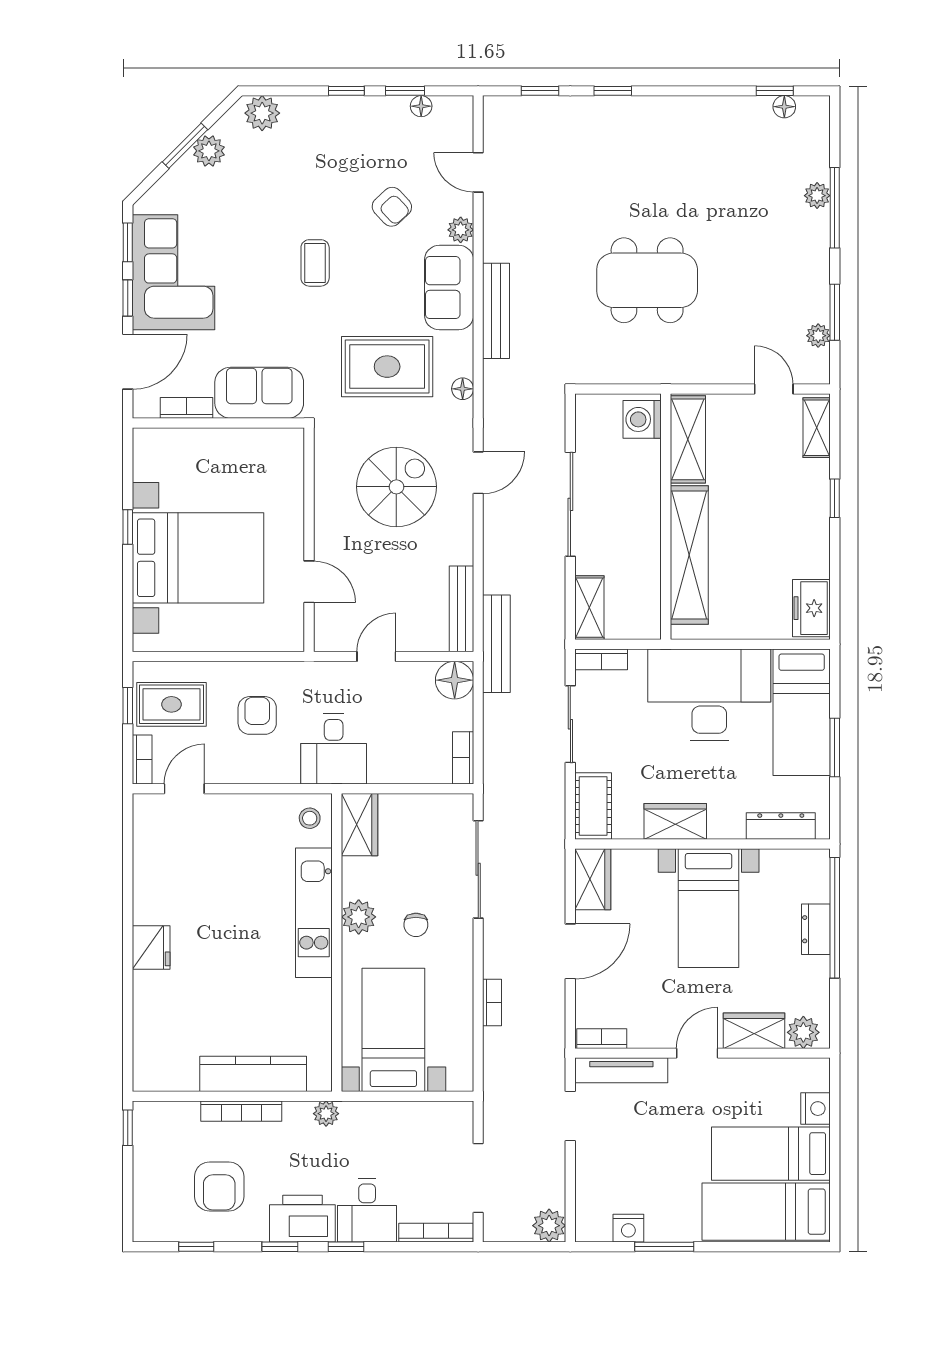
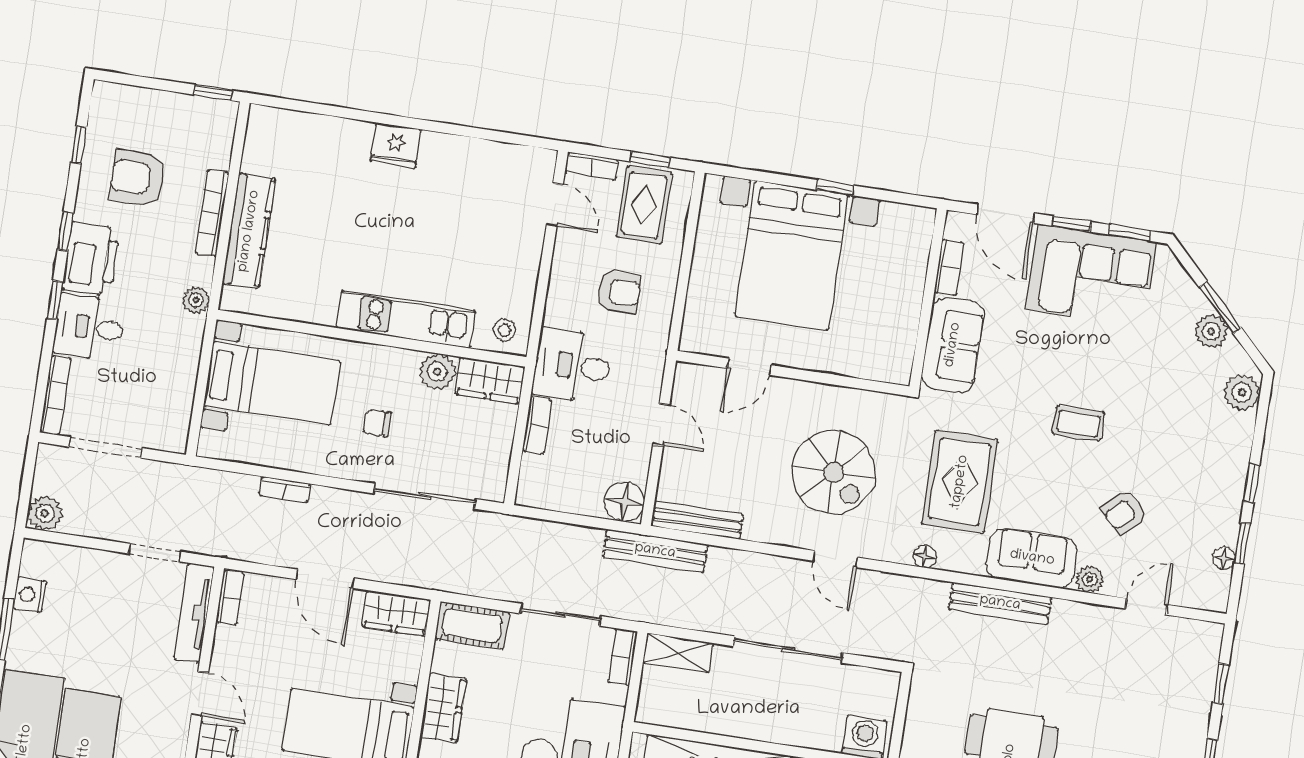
bookcase: (463, 758) -> (537, 425), moved, turned 90
plant: (359, 917) -> (437, 372), moved

